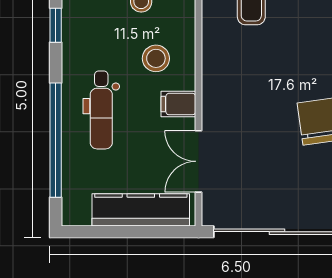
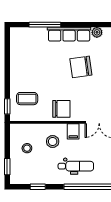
chair: (228, 78) -> (61, 109), added

